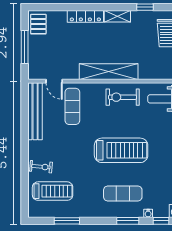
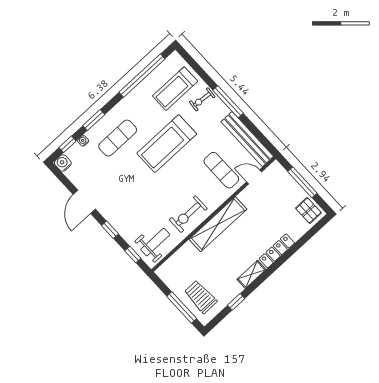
exercise bike: (123, 97) -> (188, 214), turned 180
window: (25, 149) -> (228, 102), added
treadmill: (121, 150) -> (167, 144), moved
window: (67, 221) -> (142, 76), width x2.11

